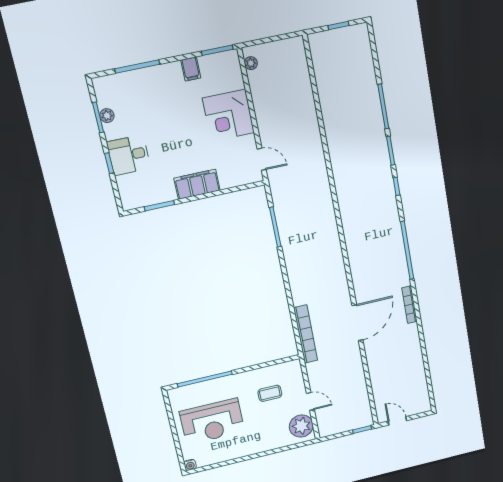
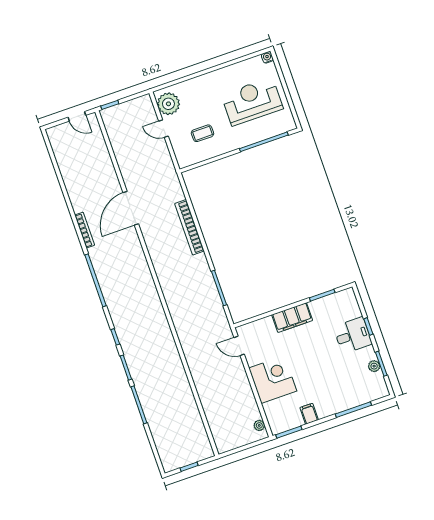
bookcase: (306, 334) -> (189, 227), moved

